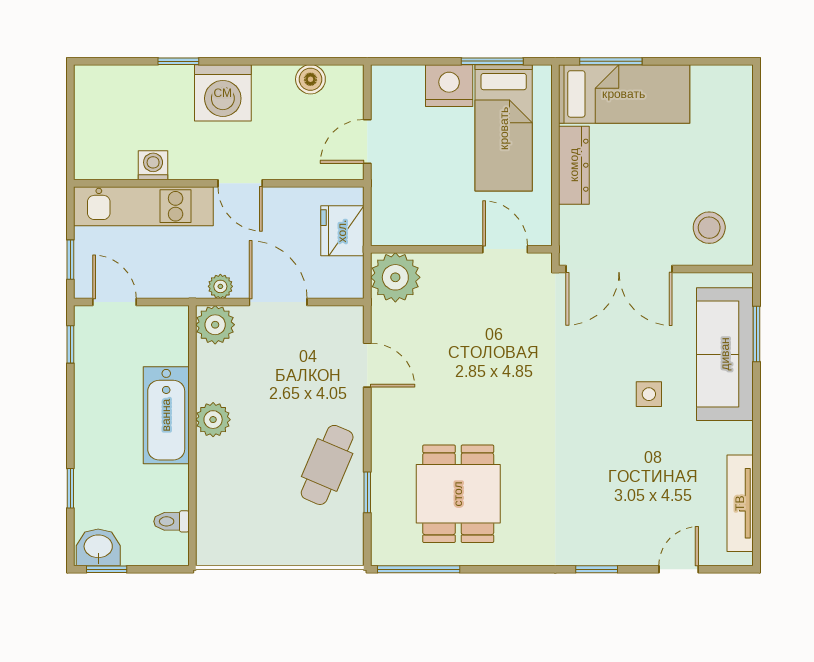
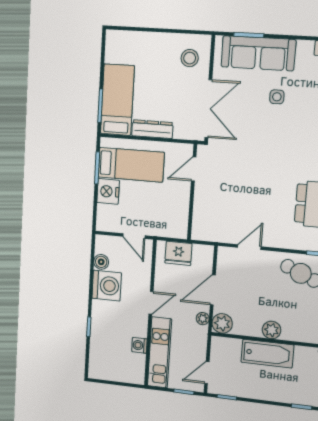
washing machine: (223, 93) -> (107, 286), moved
plant: (395, 277) -> (204, 228), removed

